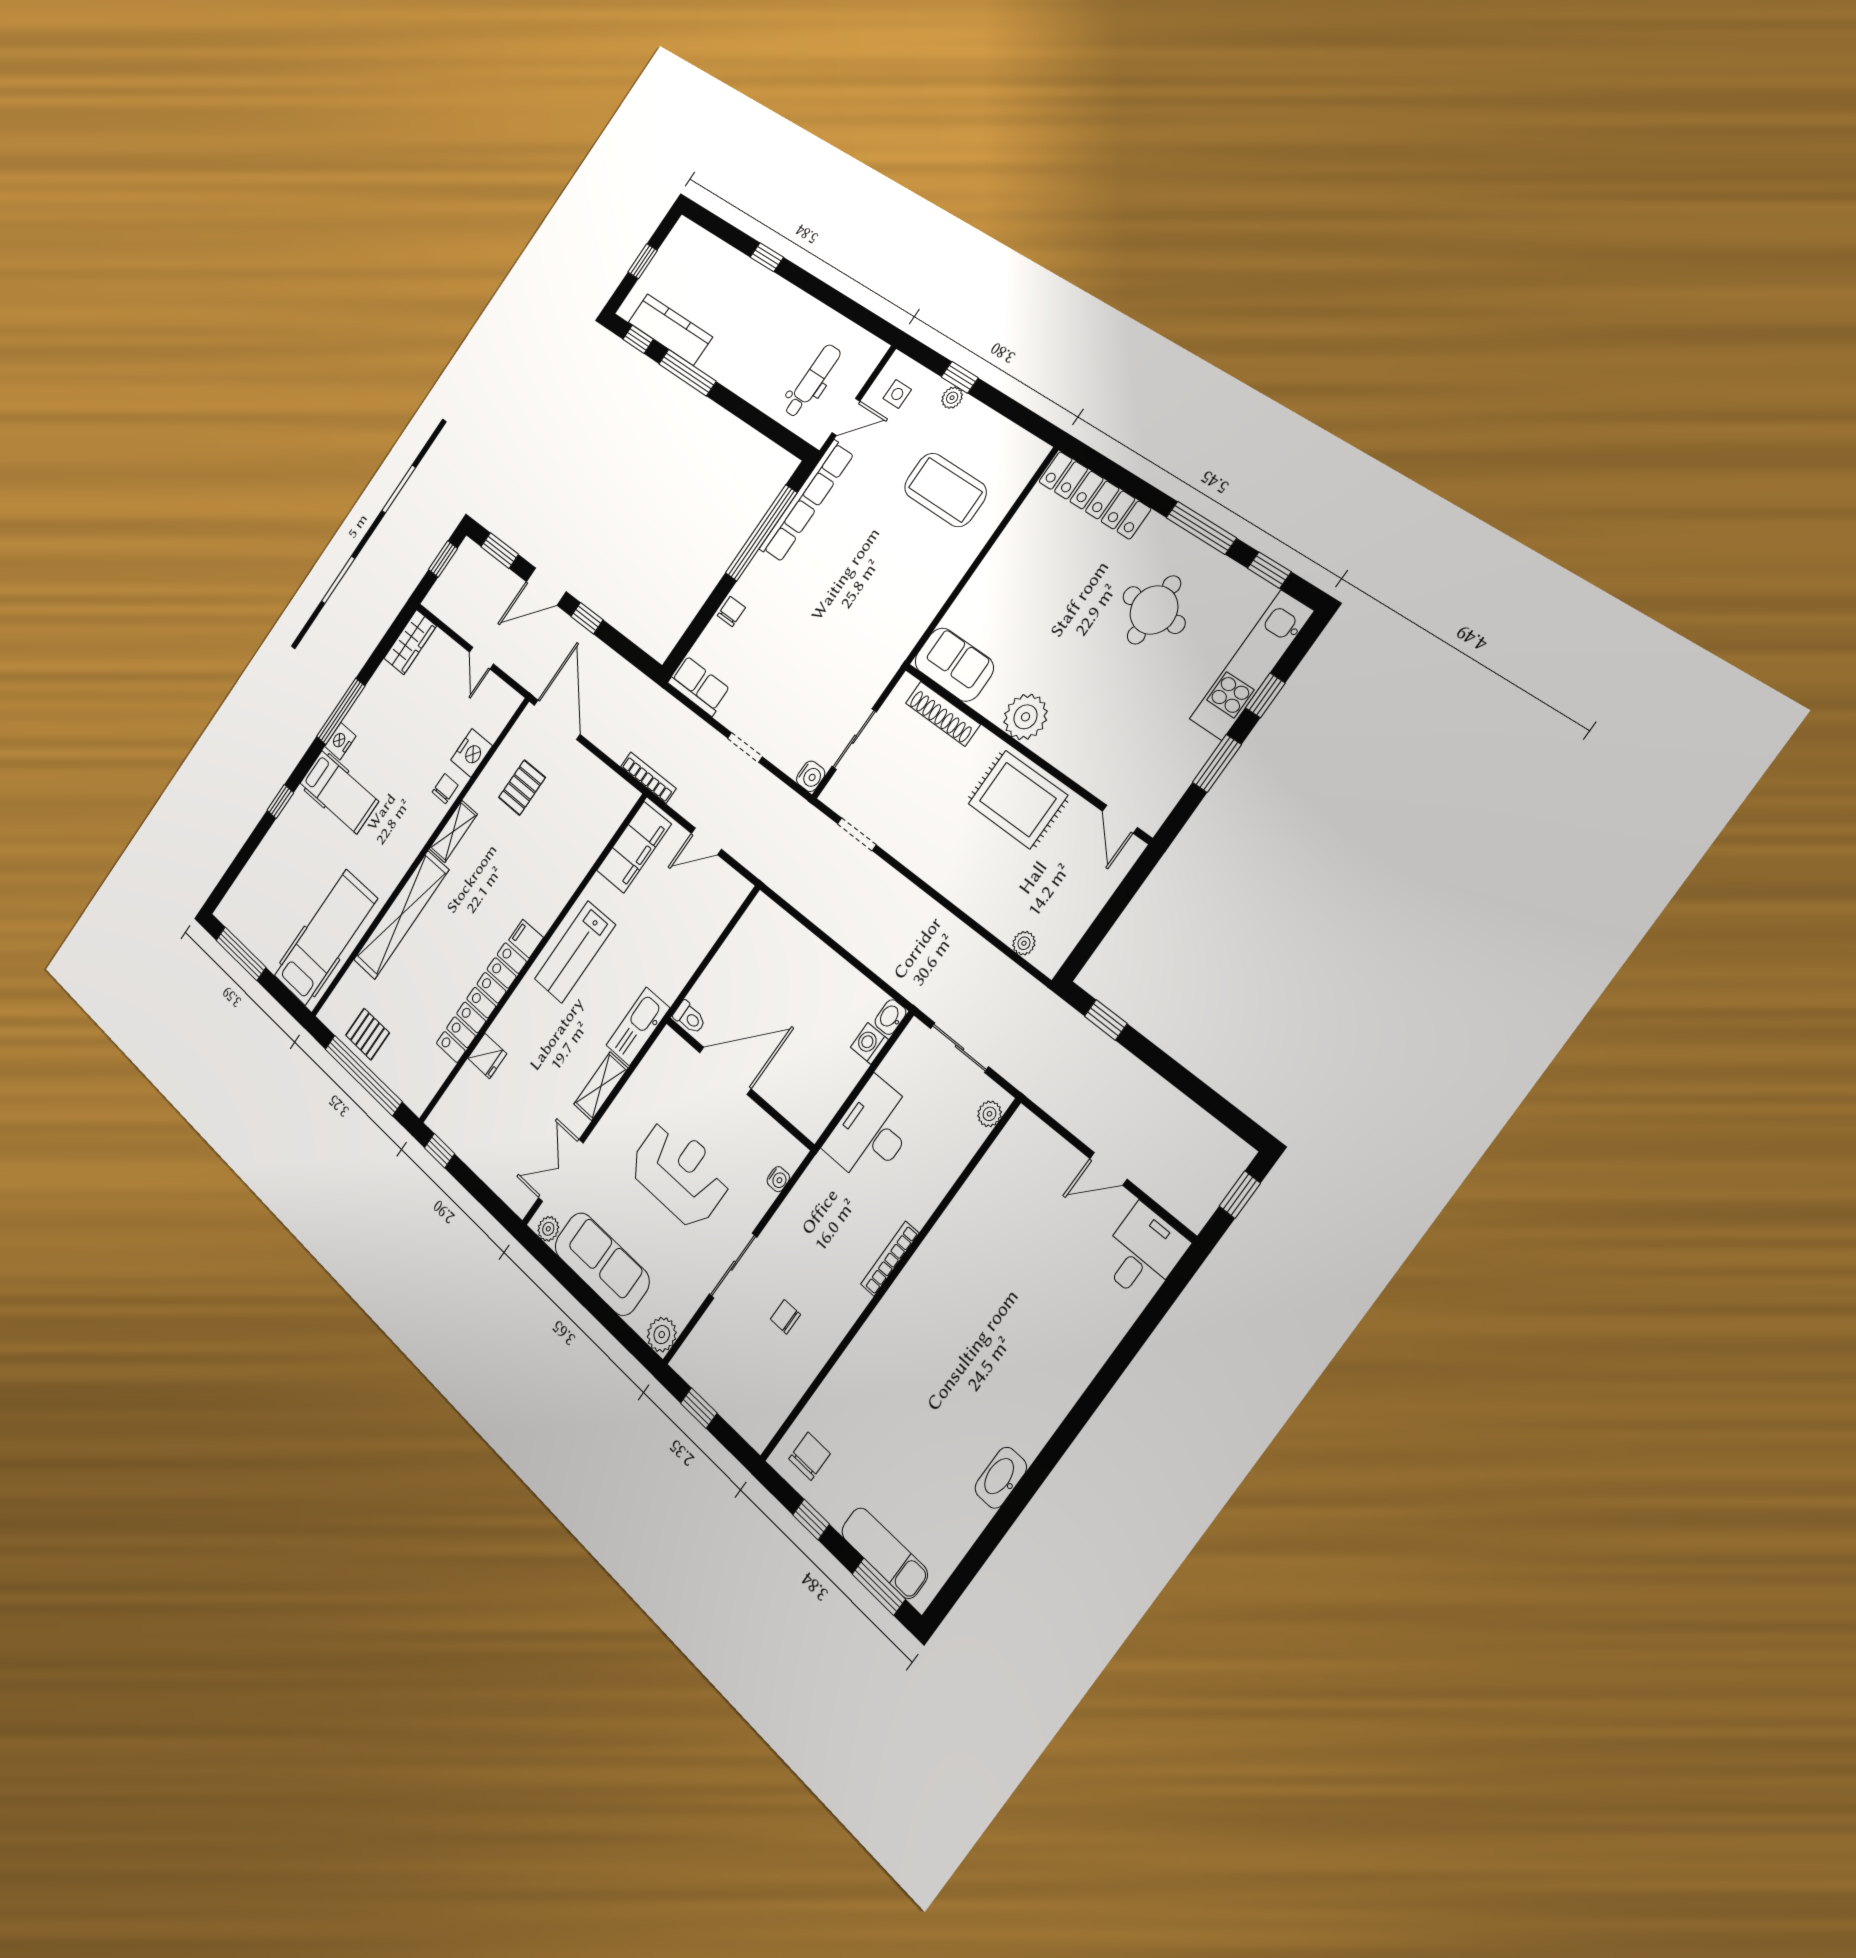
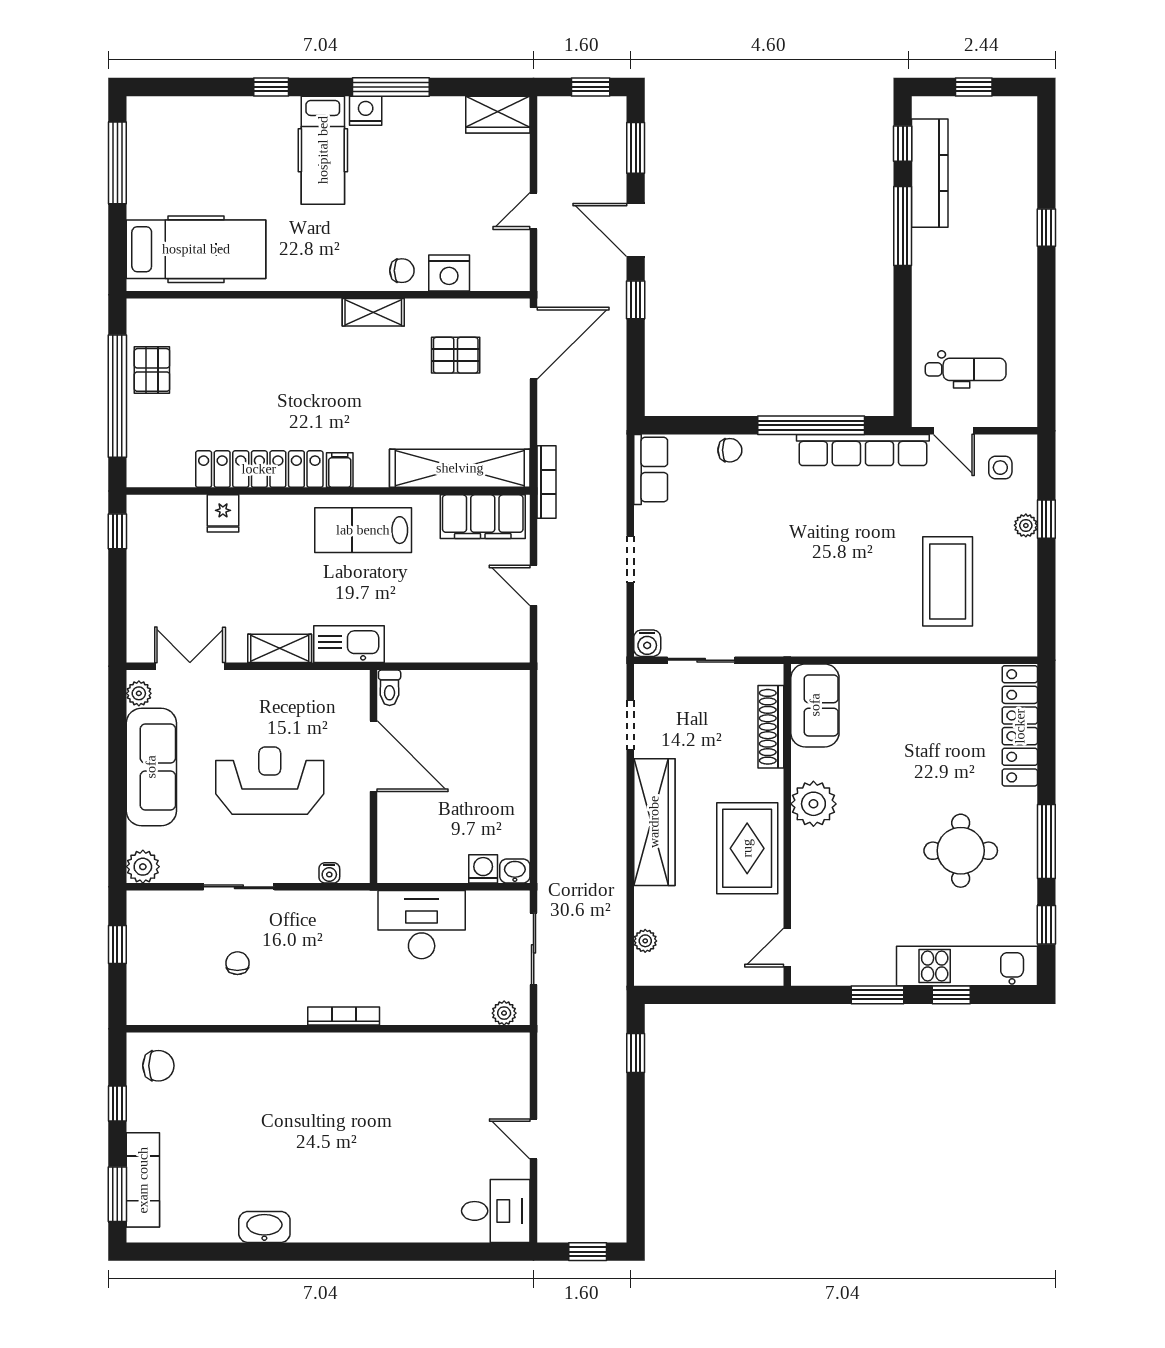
wardrobe: (941, 867) -> (654, 822), added
shelving: (401, 915) -> (460, 468), moved
reception desk: (680, 1173) -> (270, 781), turned -90

